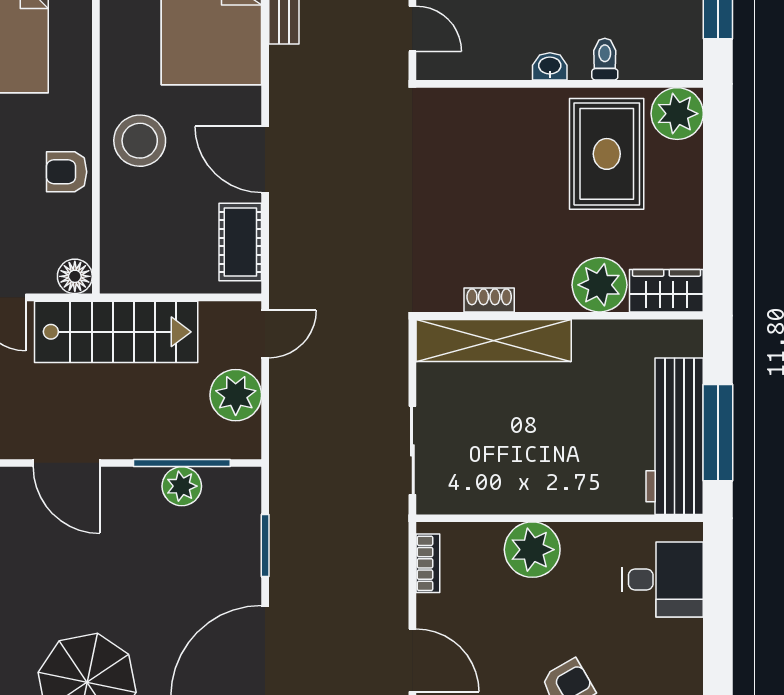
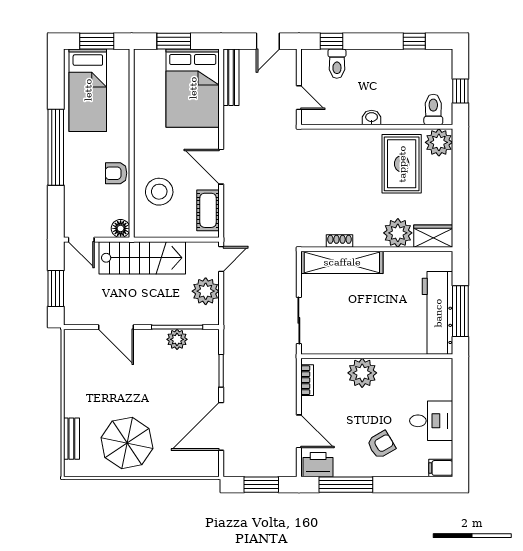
toilet: (605, 59) -> (433, 109), moved, width x1.37, depth x1.39
stool: (140, 141) -> (159, 192), moved
desk: (663, 580) -> (431, 421), moved

